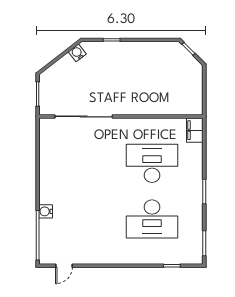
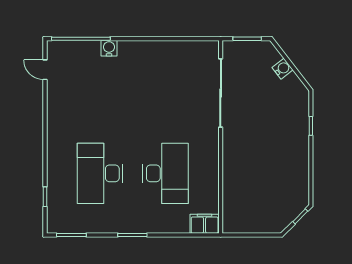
water cooler: (77, 53) -> (283, 69), moved

